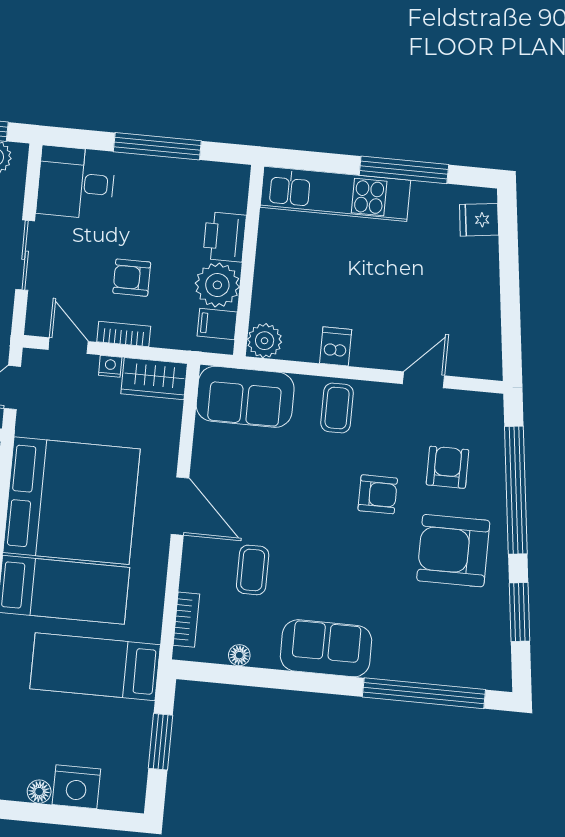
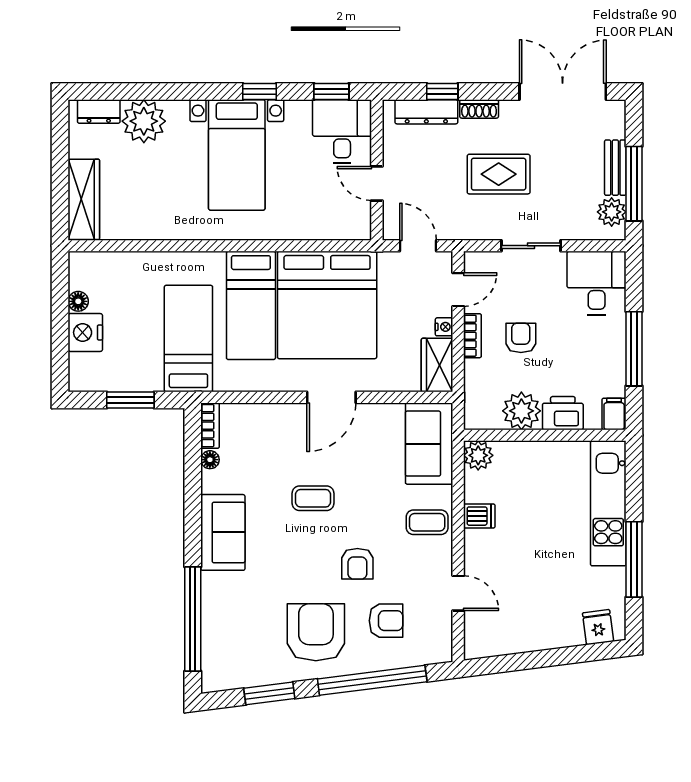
filing cabinet: (217, 324) -> (614, 414), moved
coffee table: (253, 570) -> (313, 498), moved
bookcase: (186, 620) -> (210, 426), moved, turned -90

